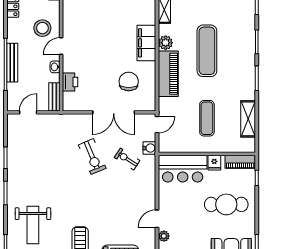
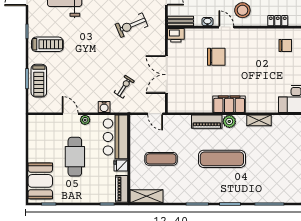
piano: (168, 74) -> (207, 122), width x0.73, depth x0.75
chair: (129, 81) -> (216, 57), moved
printer: (70, 82) -> (176, 35), moved
shelving: (248, 119) -> (147, 196), moved
water cooler: (149, 148) -> (104, 107), moved
exercise bike: (92, 157) -> (132, 25), moved
cafe table: (226, 204) -> (75, 157), moved
plant: (164, 236) -> (85, 120), moved

